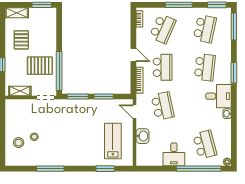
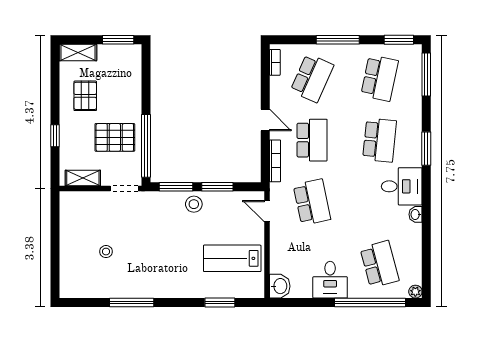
washbasin: (143, 136) -> (280, 286), moved
lab bench: (113, 141) -> (232, 258), turned -90
stool: (19, 143) -> (194, 204), moved

